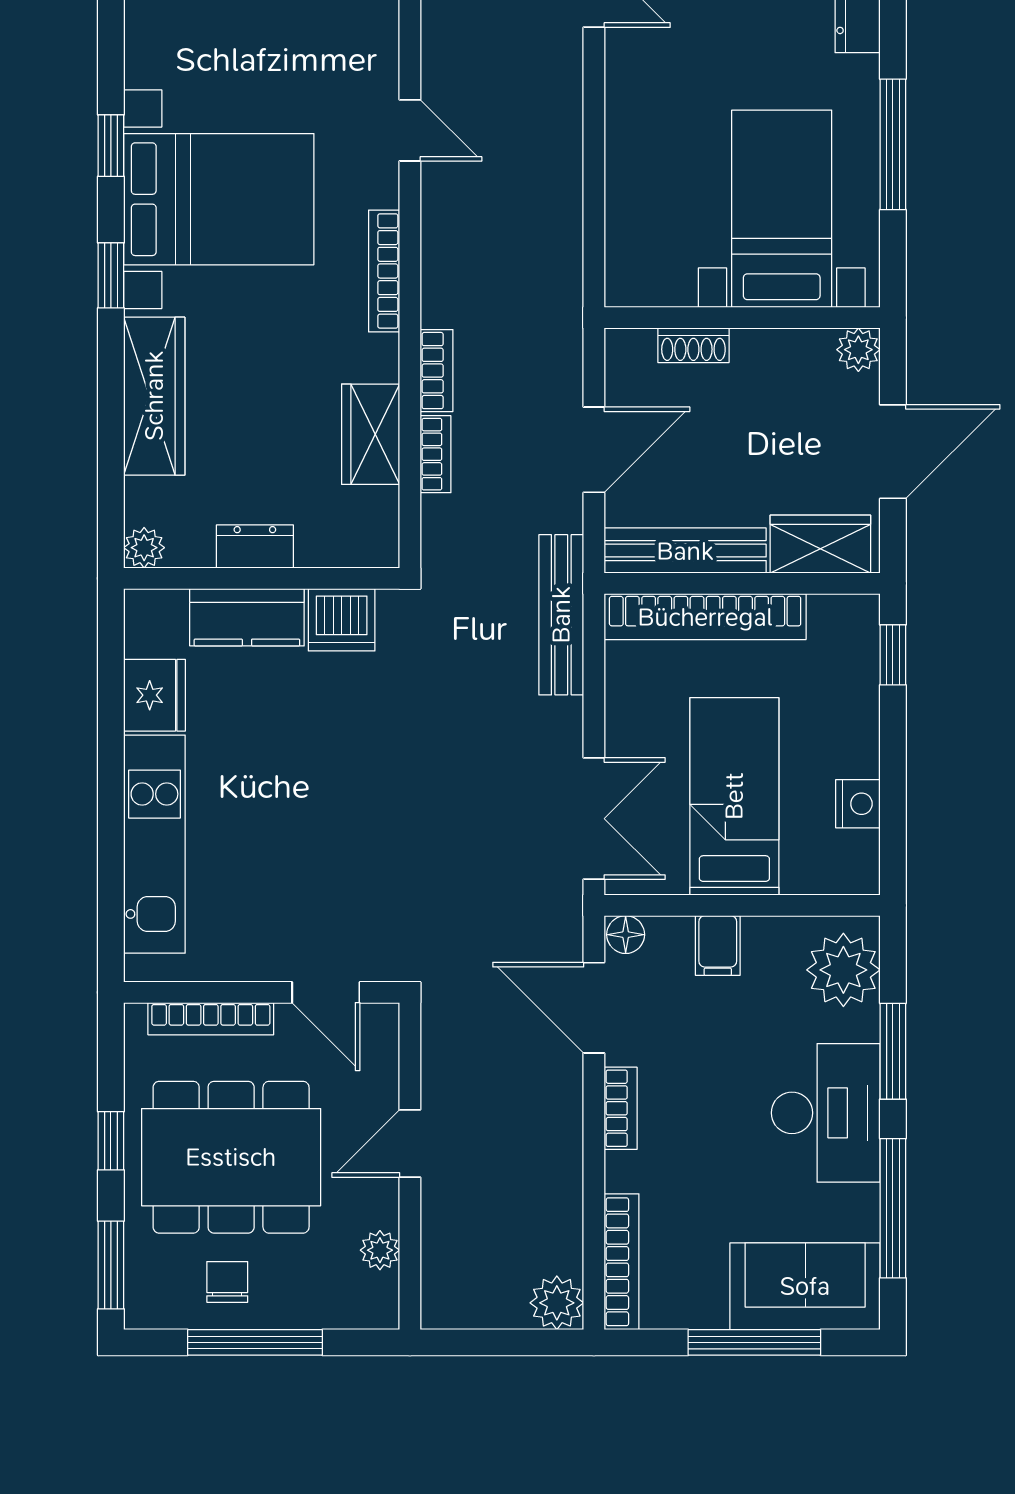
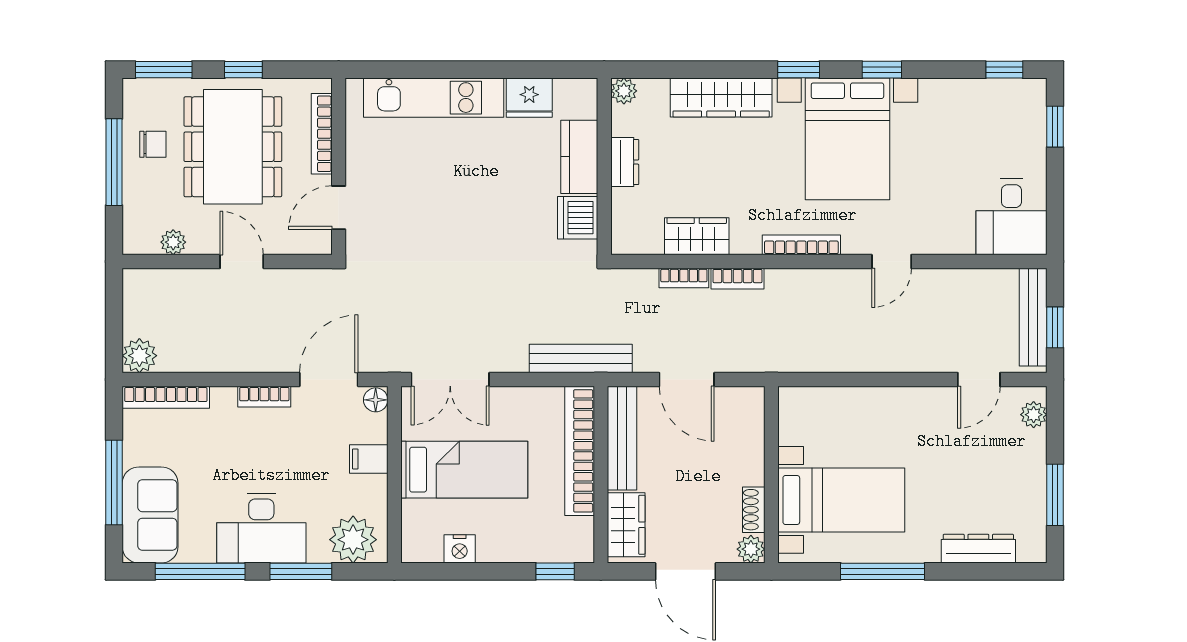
shoe rack: (693, 345) -> (754, 510), moved

